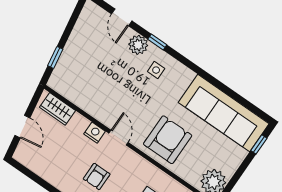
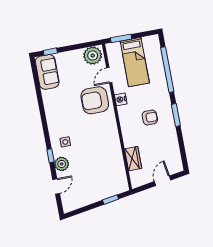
wardrobe: (57, 109) -> (133, 159), moved
sofa: (224, 113) -> (47, 72), width x0.54, depth x0.79
nightstand: (95, 133) -> (121, 99), moved
door: (119, 138) -> (109, 75), moved

